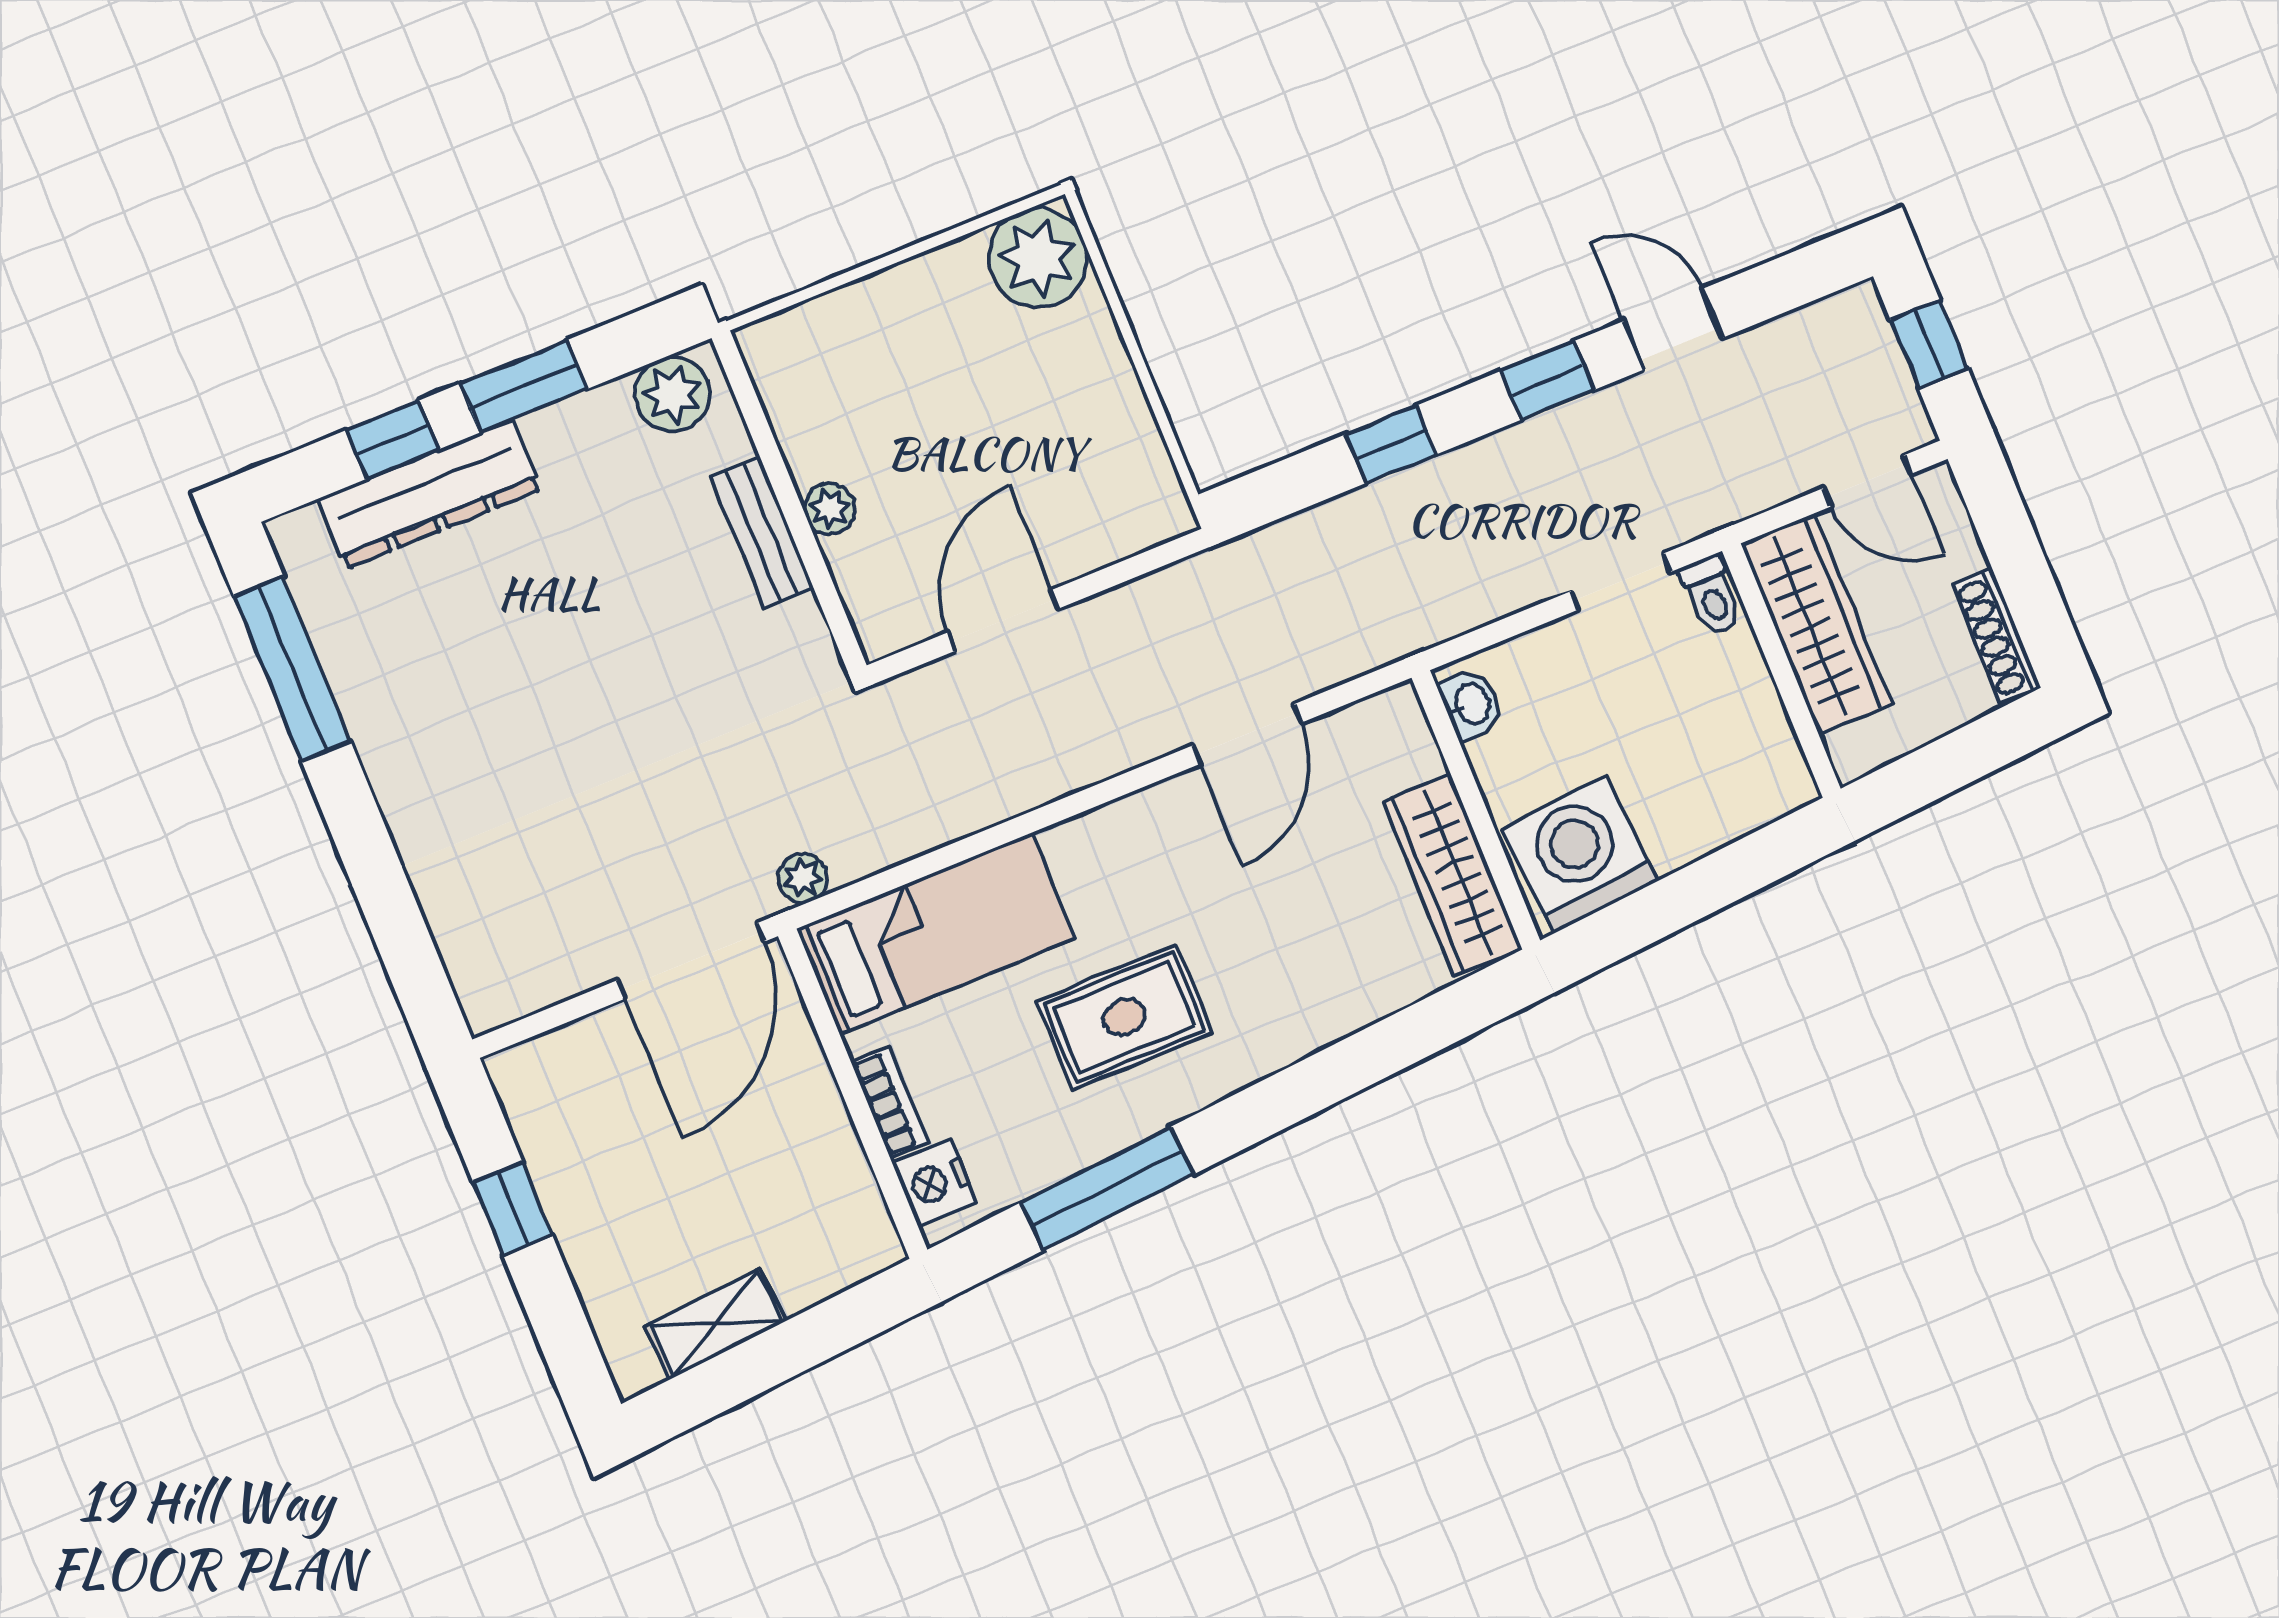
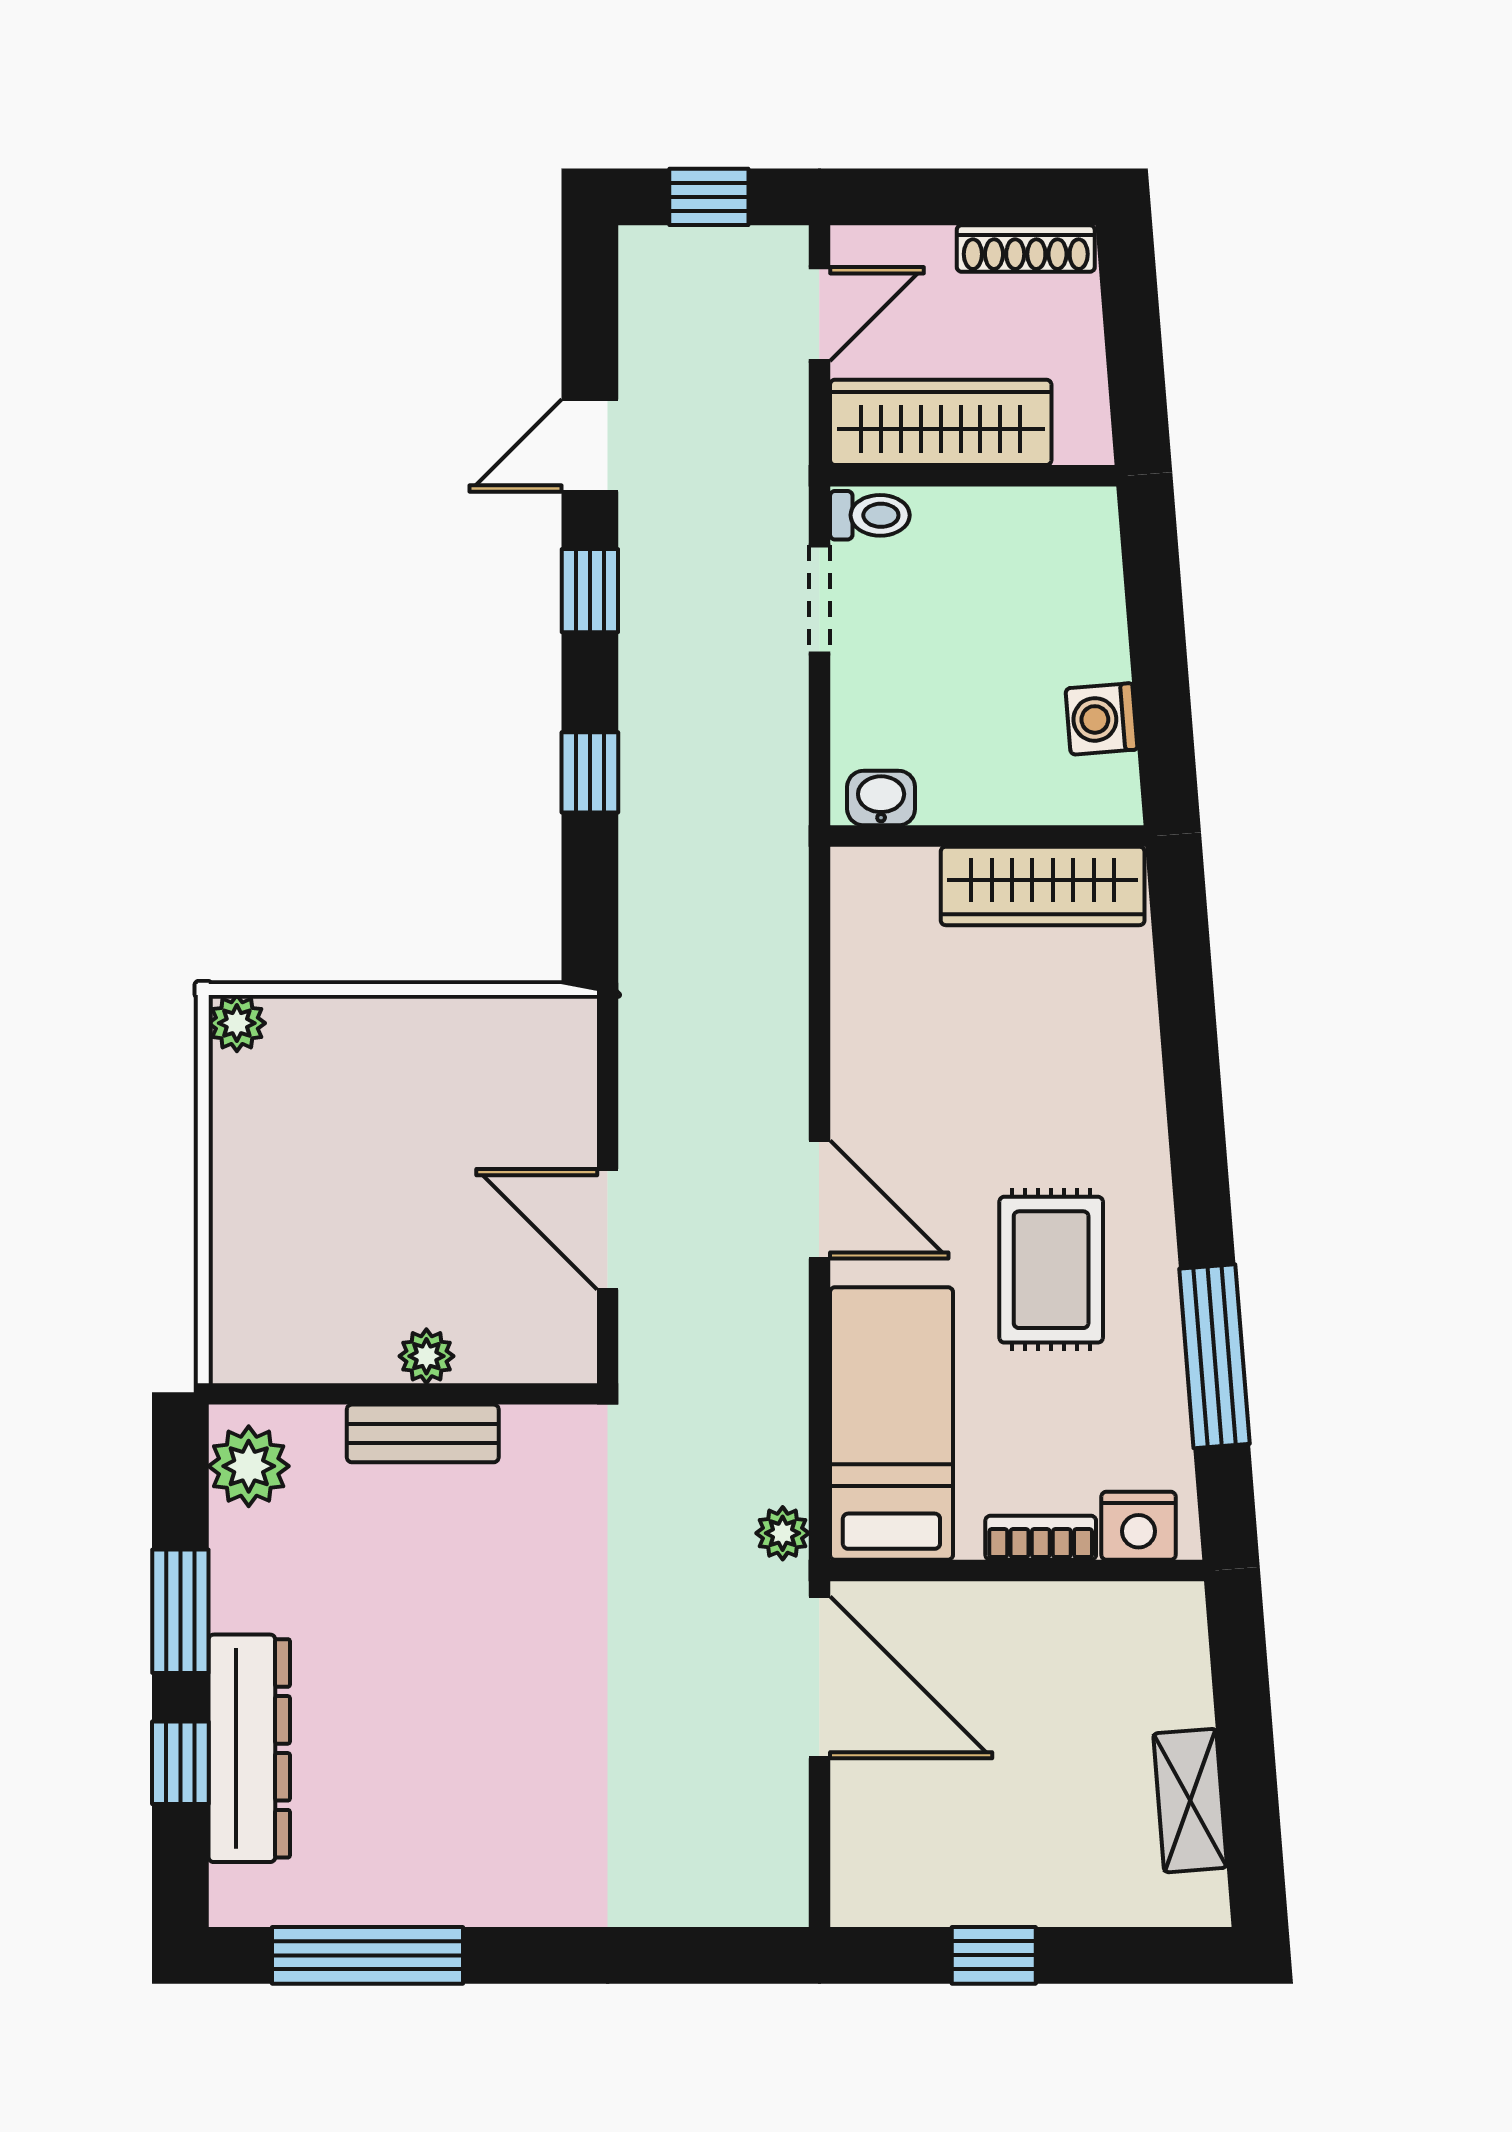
plant: (1038, 258) -> (237, 1023), width x0.53, depth x0.53
door: (1247, 734) -> (819, 1200), moved
washing machine: (1580, 855) -> (1102, 719), width x0.53, depth x0.53

